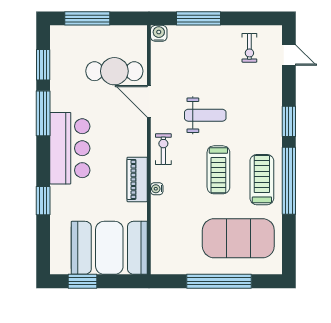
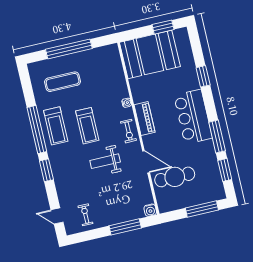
treadmill: (218, 170) -> (87, 126), turned 180
piano: (137, 179) -> (145, 119), moved
exercise mat: (238, 238) -> (63, 82), width x0.50, depth x0.69

